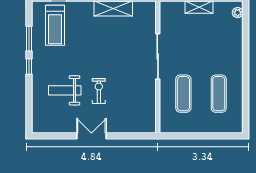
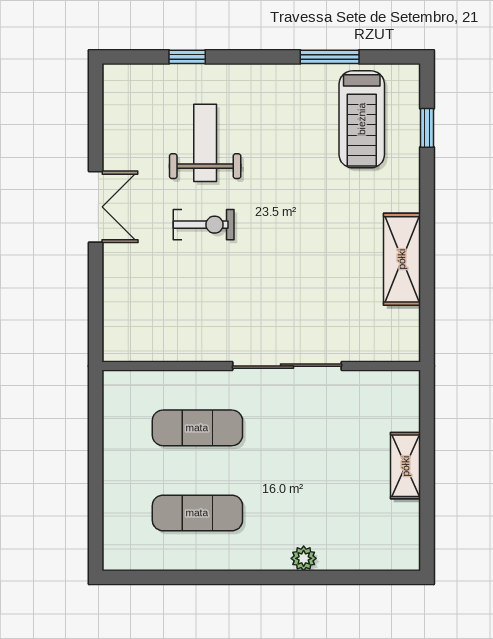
plant: (238, 13) -> (304, 558), moved
treadmill: (55, 25) -> (362, 119), turned -90
window: (29, 66) -> (187, 57), moved

